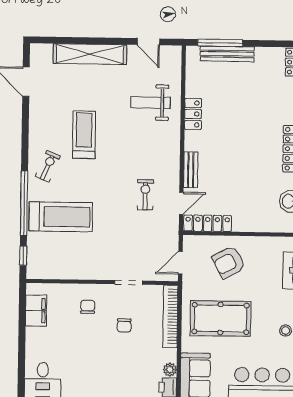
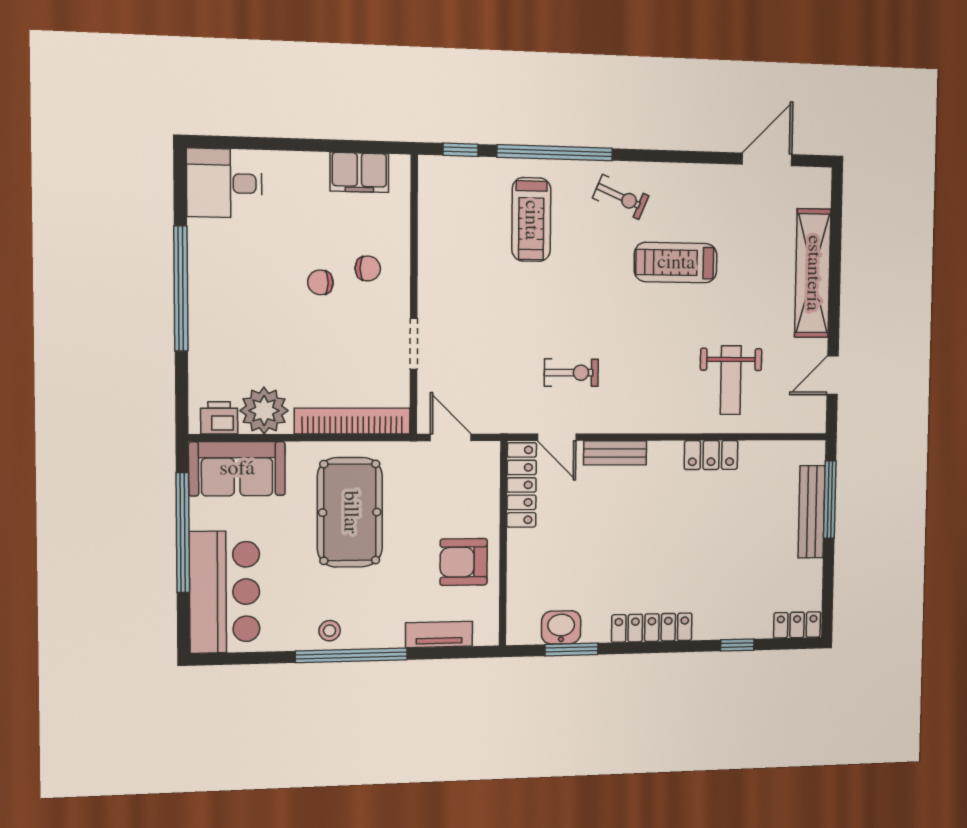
weight bench: (150, 103) -> (731, 380), turned 180
treadmill: (84, 135) -> (676, 263), turned 180
treadmill: (61, 217) -> (531, 220), width x0.73, depth x0.73
armchair: (229, 262) -> (464, 562), moved, turned -62
chair: (124, 325) -> (320, 282), moved
plant: (170, 370) -> (264, 411), width x1.88, depth x1.88

